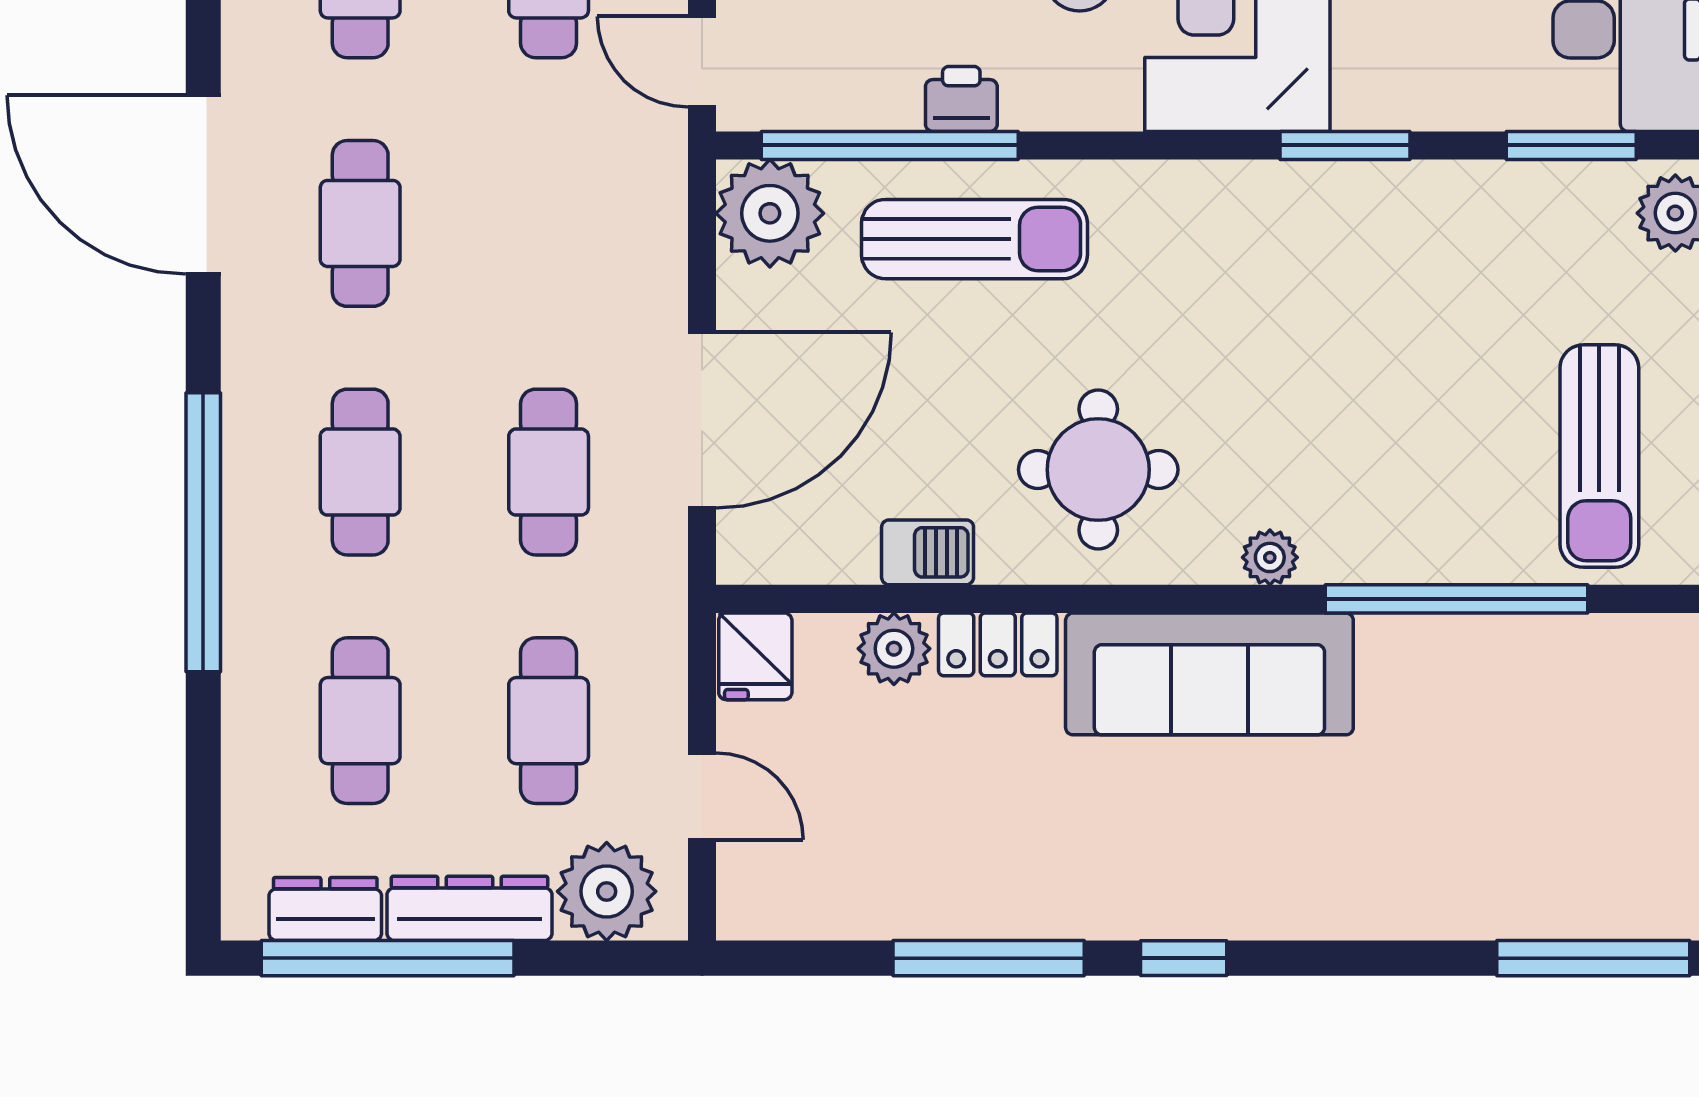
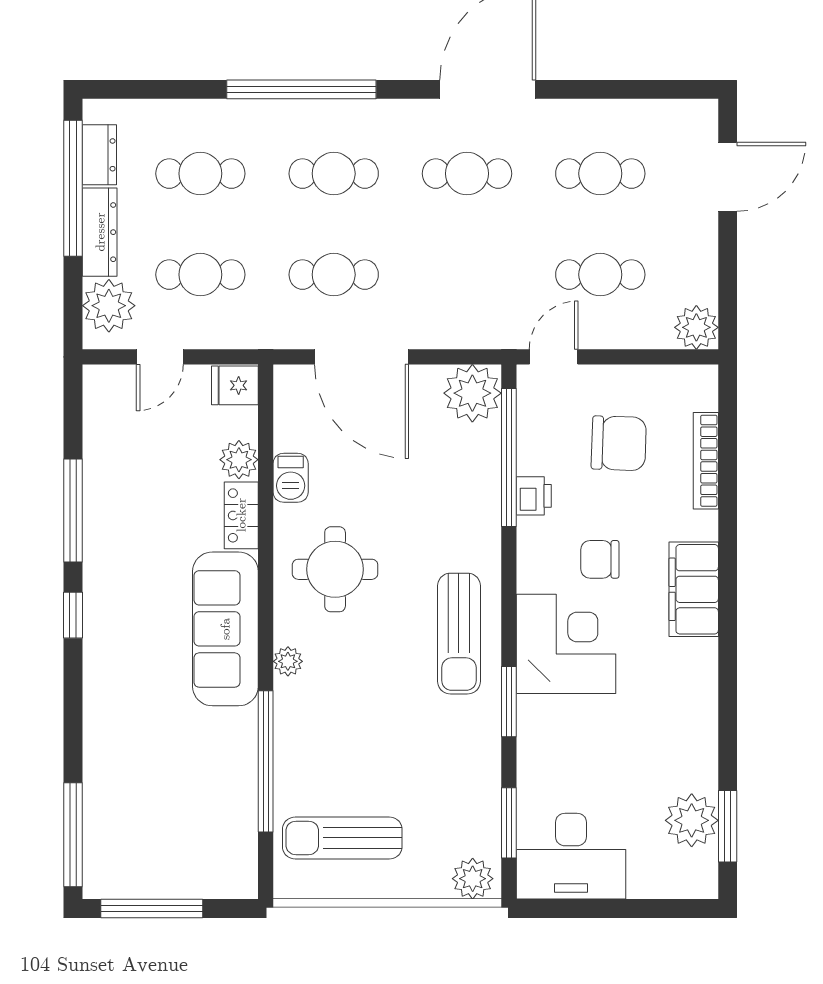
sun lounger: (974, 239) -> (459, 634), moved

